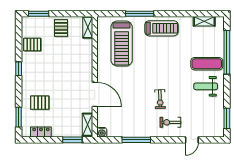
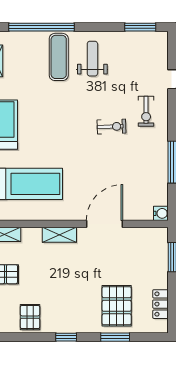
weight bench: (206, 86) -> (92, 59), turned 180
pallet: (40, 103) -> (117, 306), width x1.50, depth x1.42
window: (19, 117) -> (115, 337), moved
shelving: (87, 125) -> (59, 235), moved

